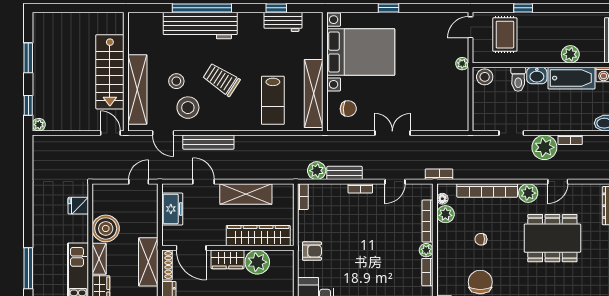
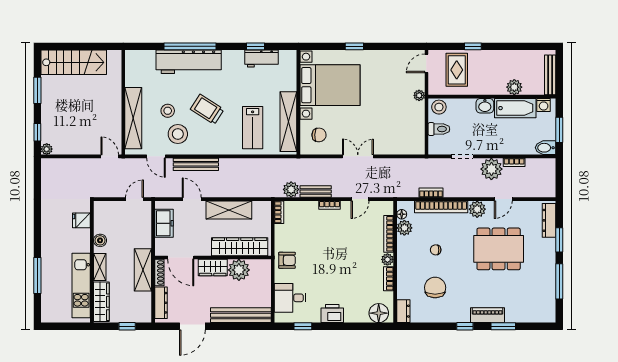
stairs: (110, 72) -> (74, 62), moved, turned -90
toilet: (518, 79) -> (439, 129), moved, turned -90
bookcase: (439, 174) -> (431, 193), moved
boiler: (106, 228) -> (100, 240), width x0.54, depth x0.54

